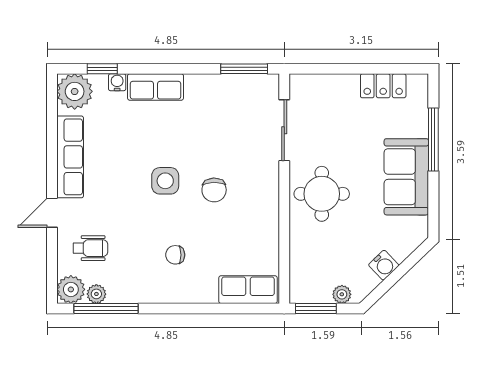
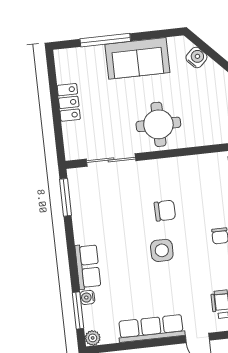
window: (102, 69) -> (78, 310), width x1.50
locker: (383, 86) -> (69, 102), moved
plant: (75, 91) -> (93, 338), width x0.53, depth x0.53
water cooler: (384, 265) -> (196, 57), moved

